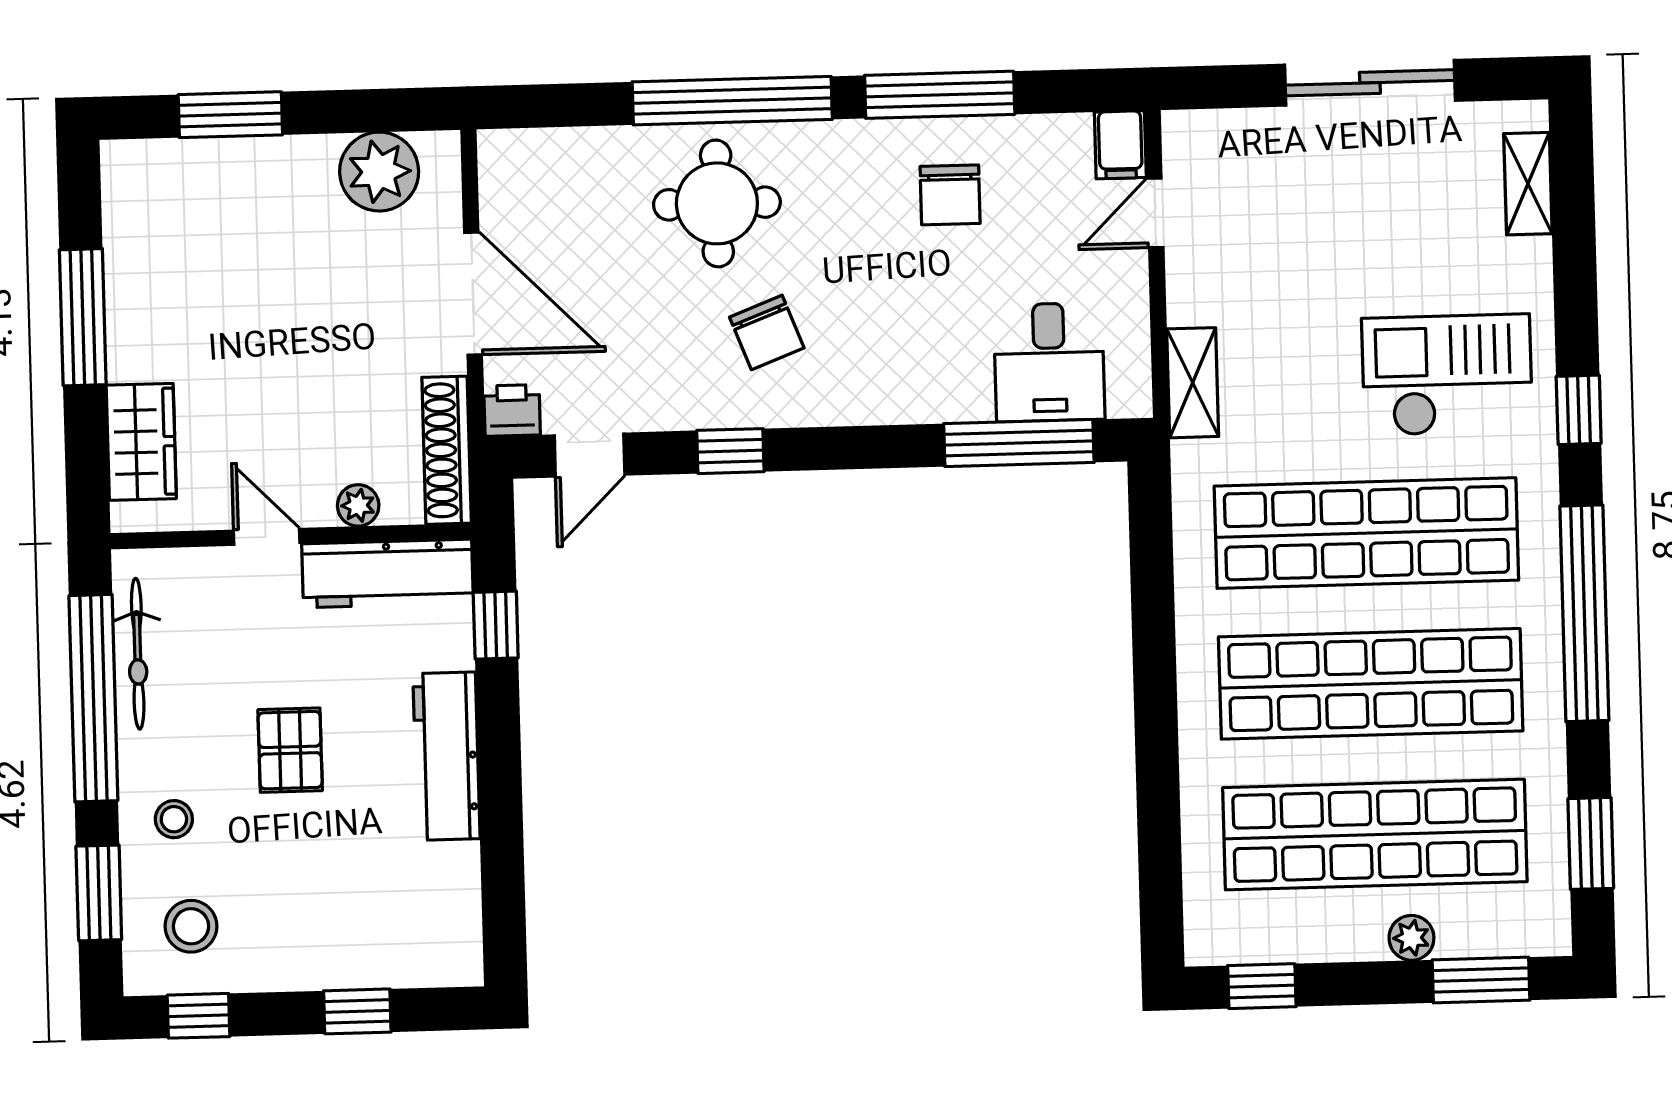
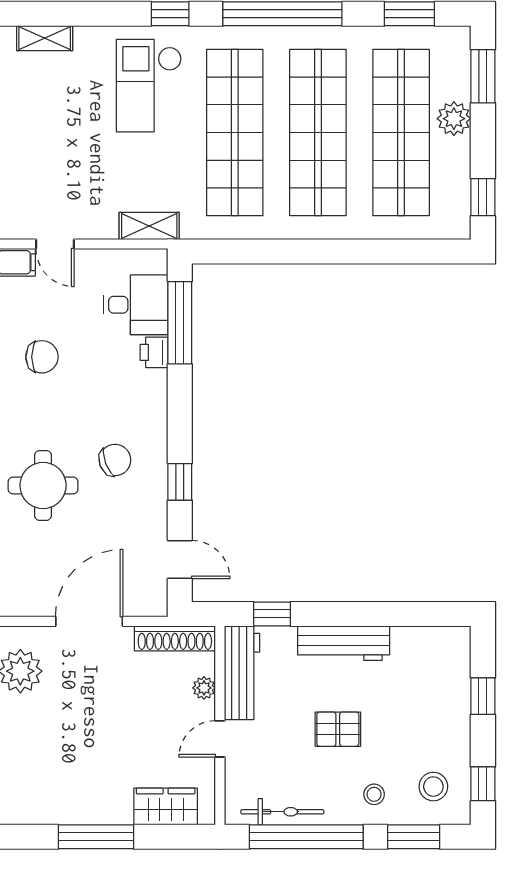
printer: (512, 410) -> (154, 352), moved
plant: (1411, 938) -> (454, 119), width x1.38, depth x1.38

